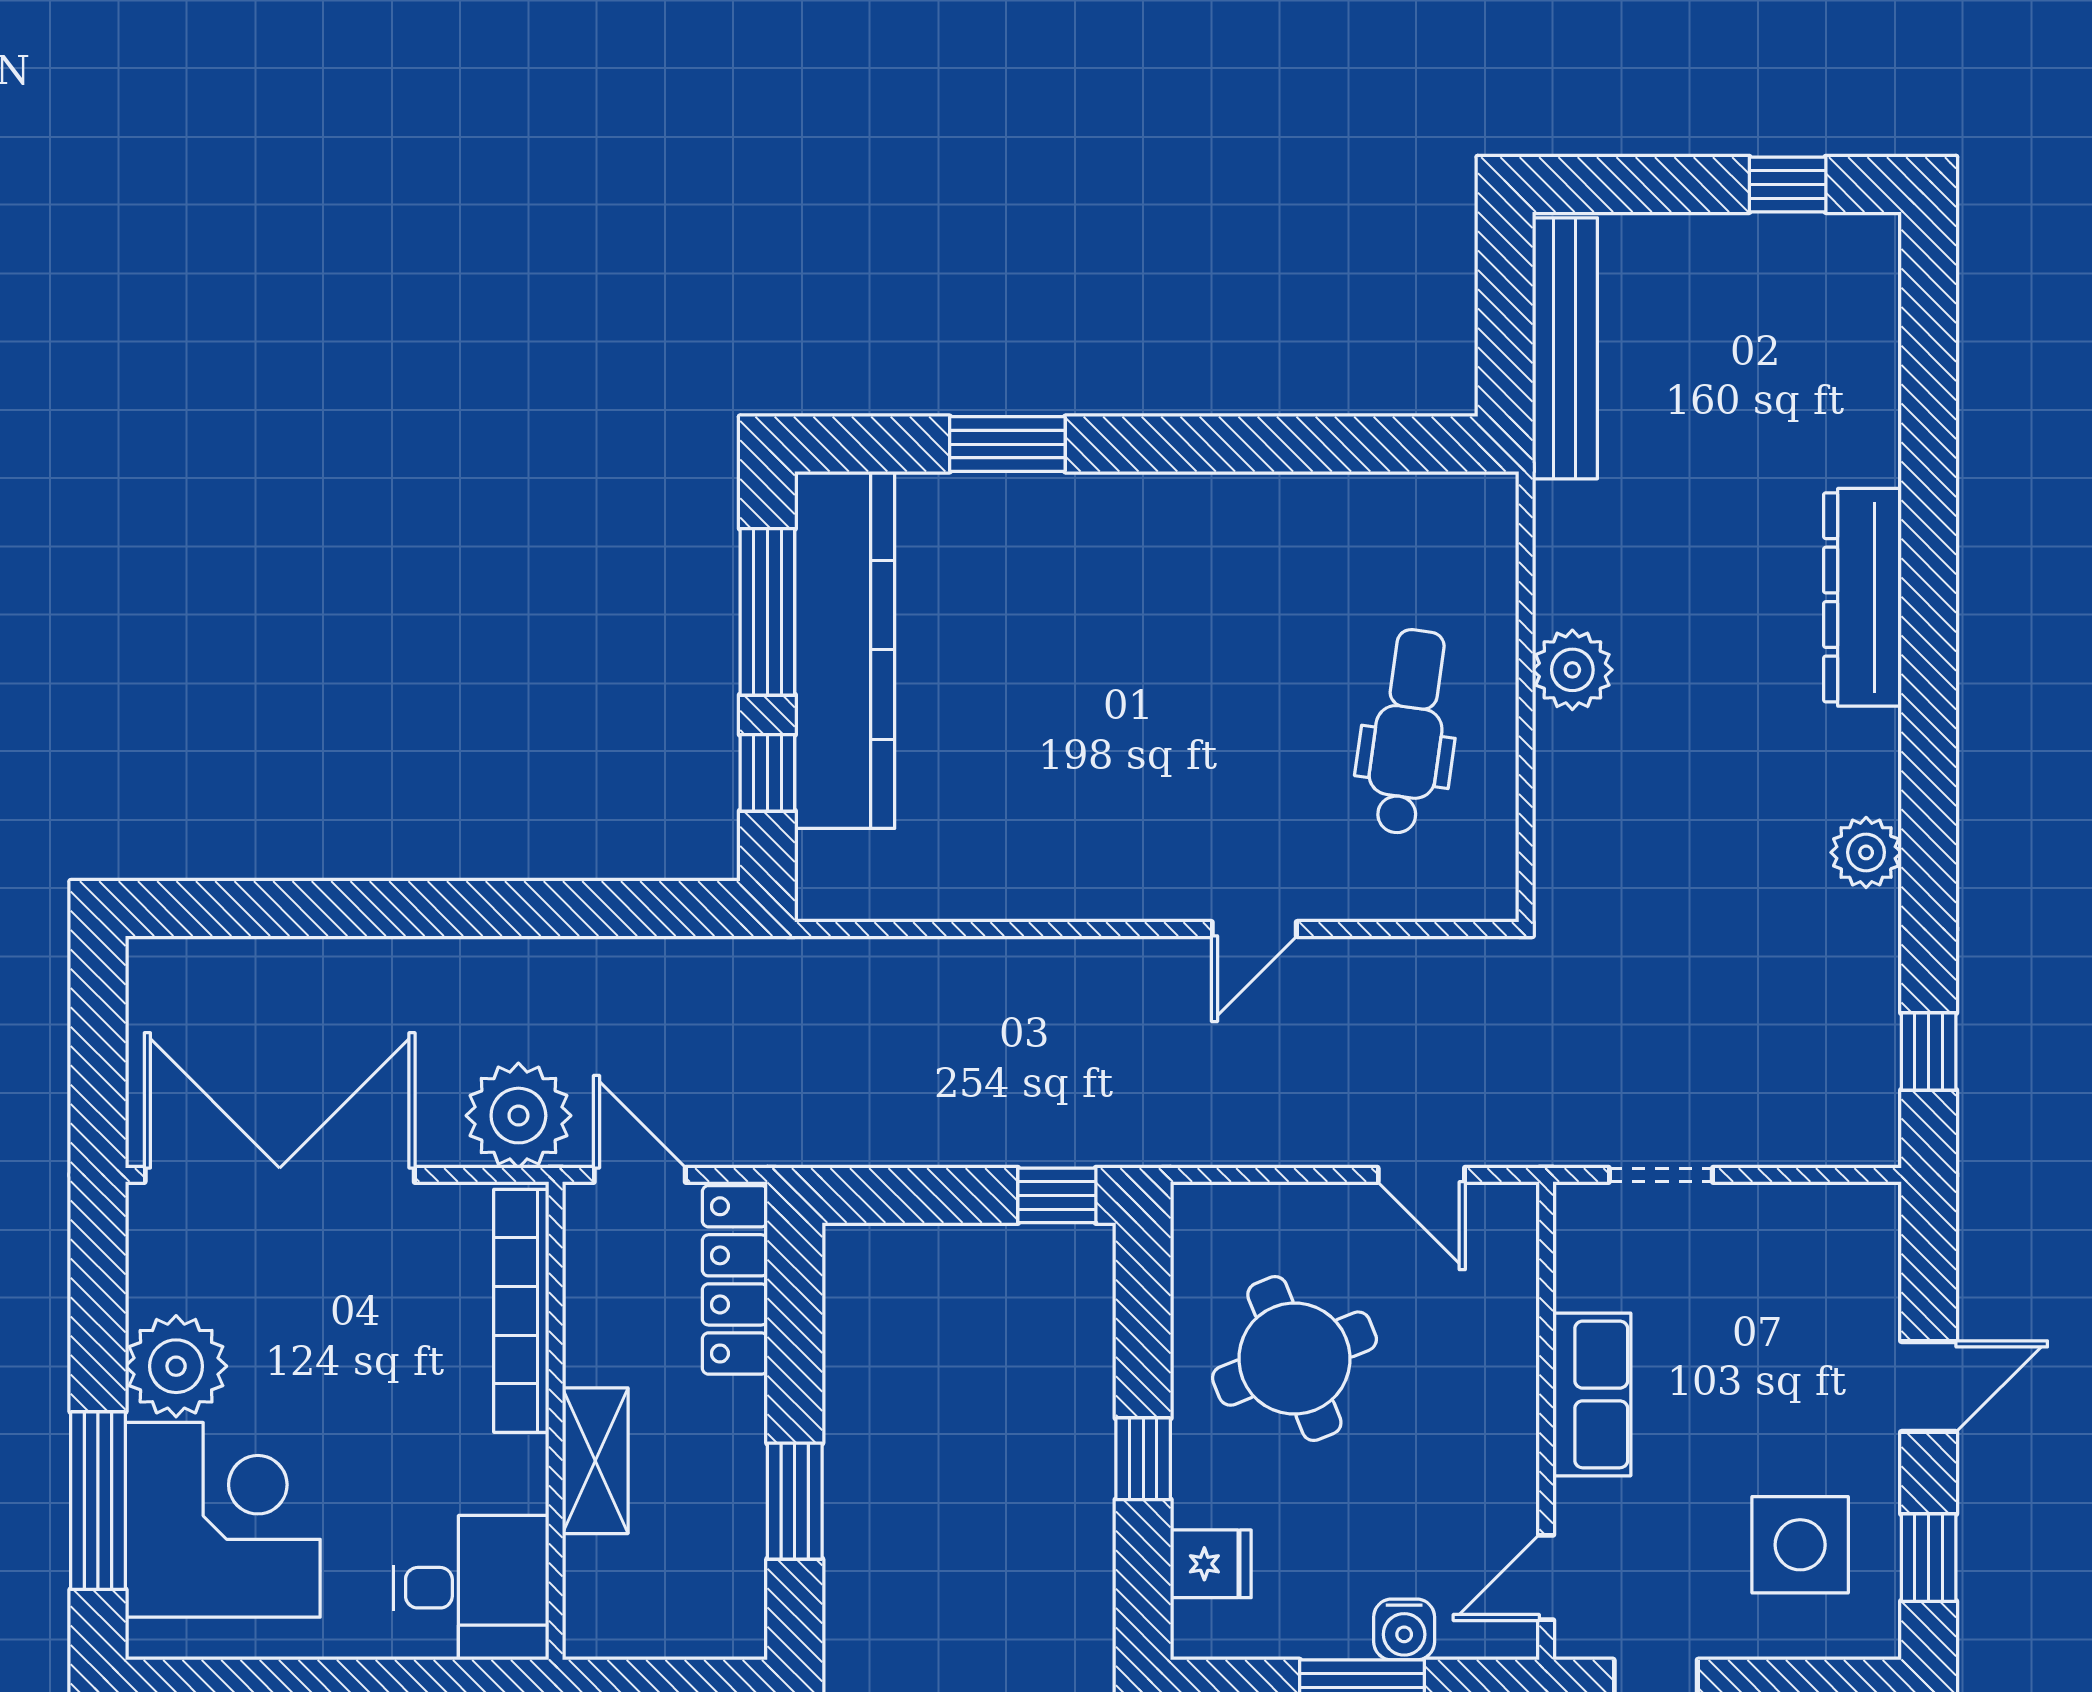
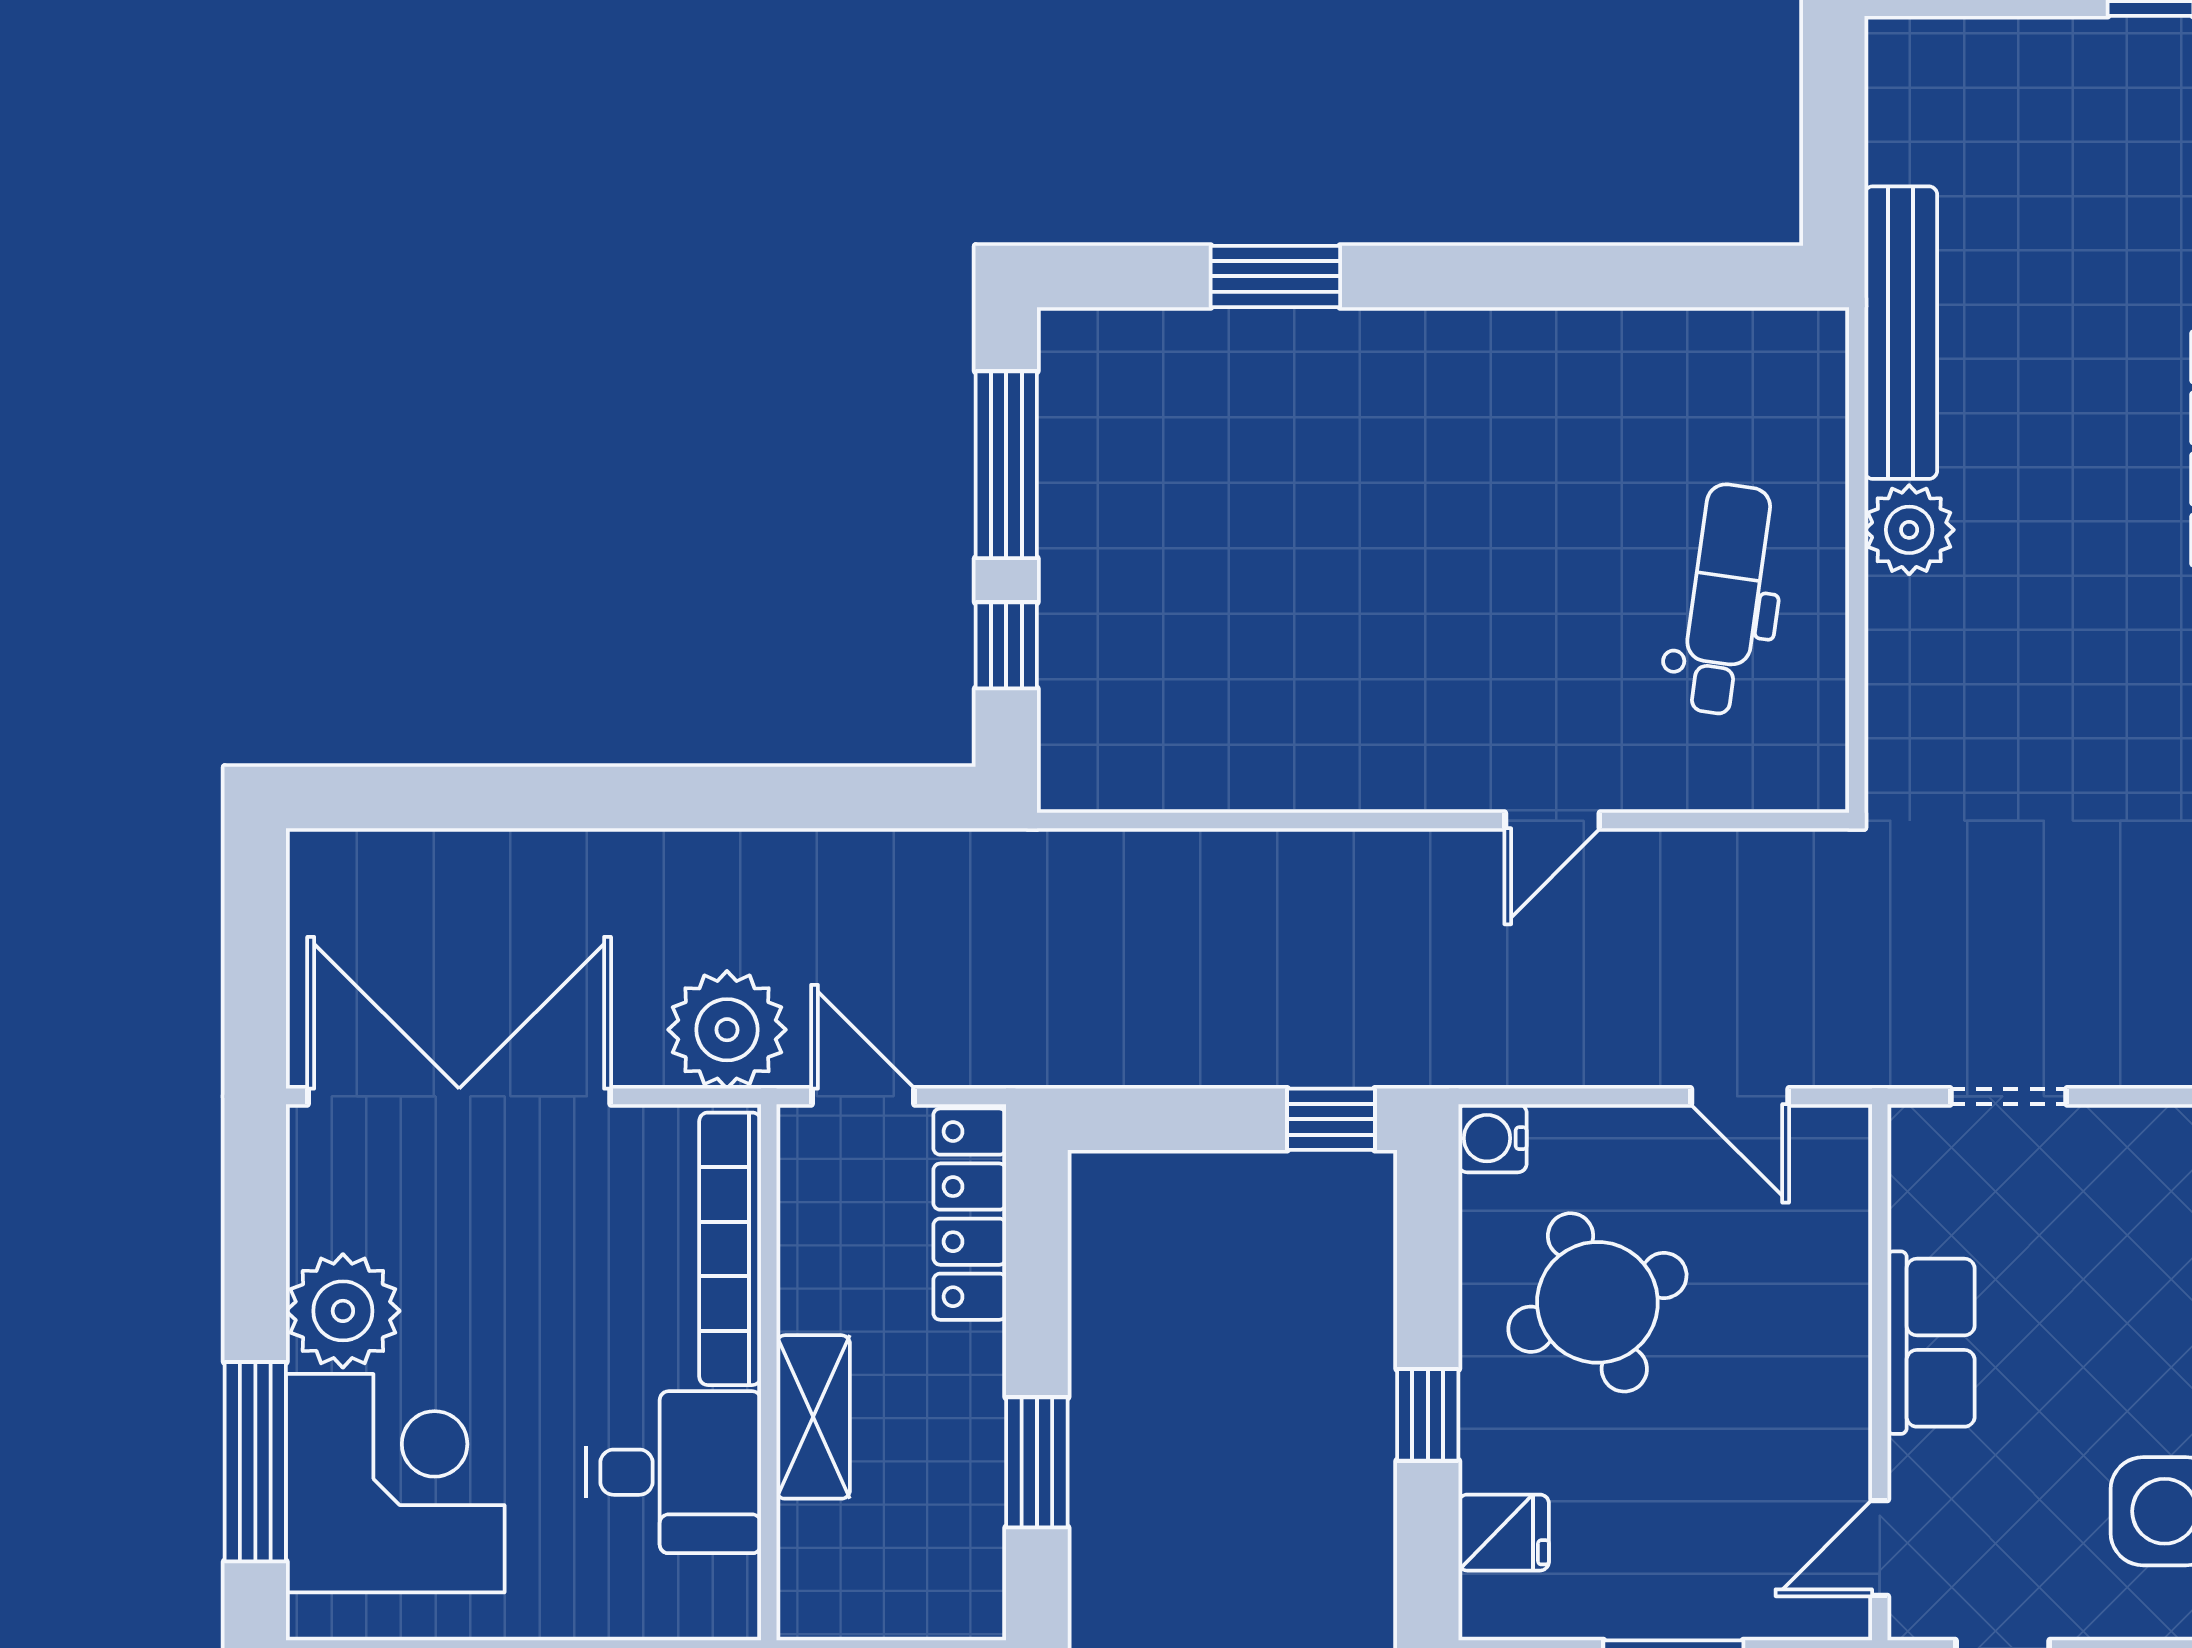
bench: (1565, 348) -> (1901, 333), moved
kitchen counter: (845, 650) -> (1093, 507), removed
desk: (471, 1588) -> (674, 1472), moved
water cooler: (1404, 1629) -> (1492, 1138), moved, turned 90

